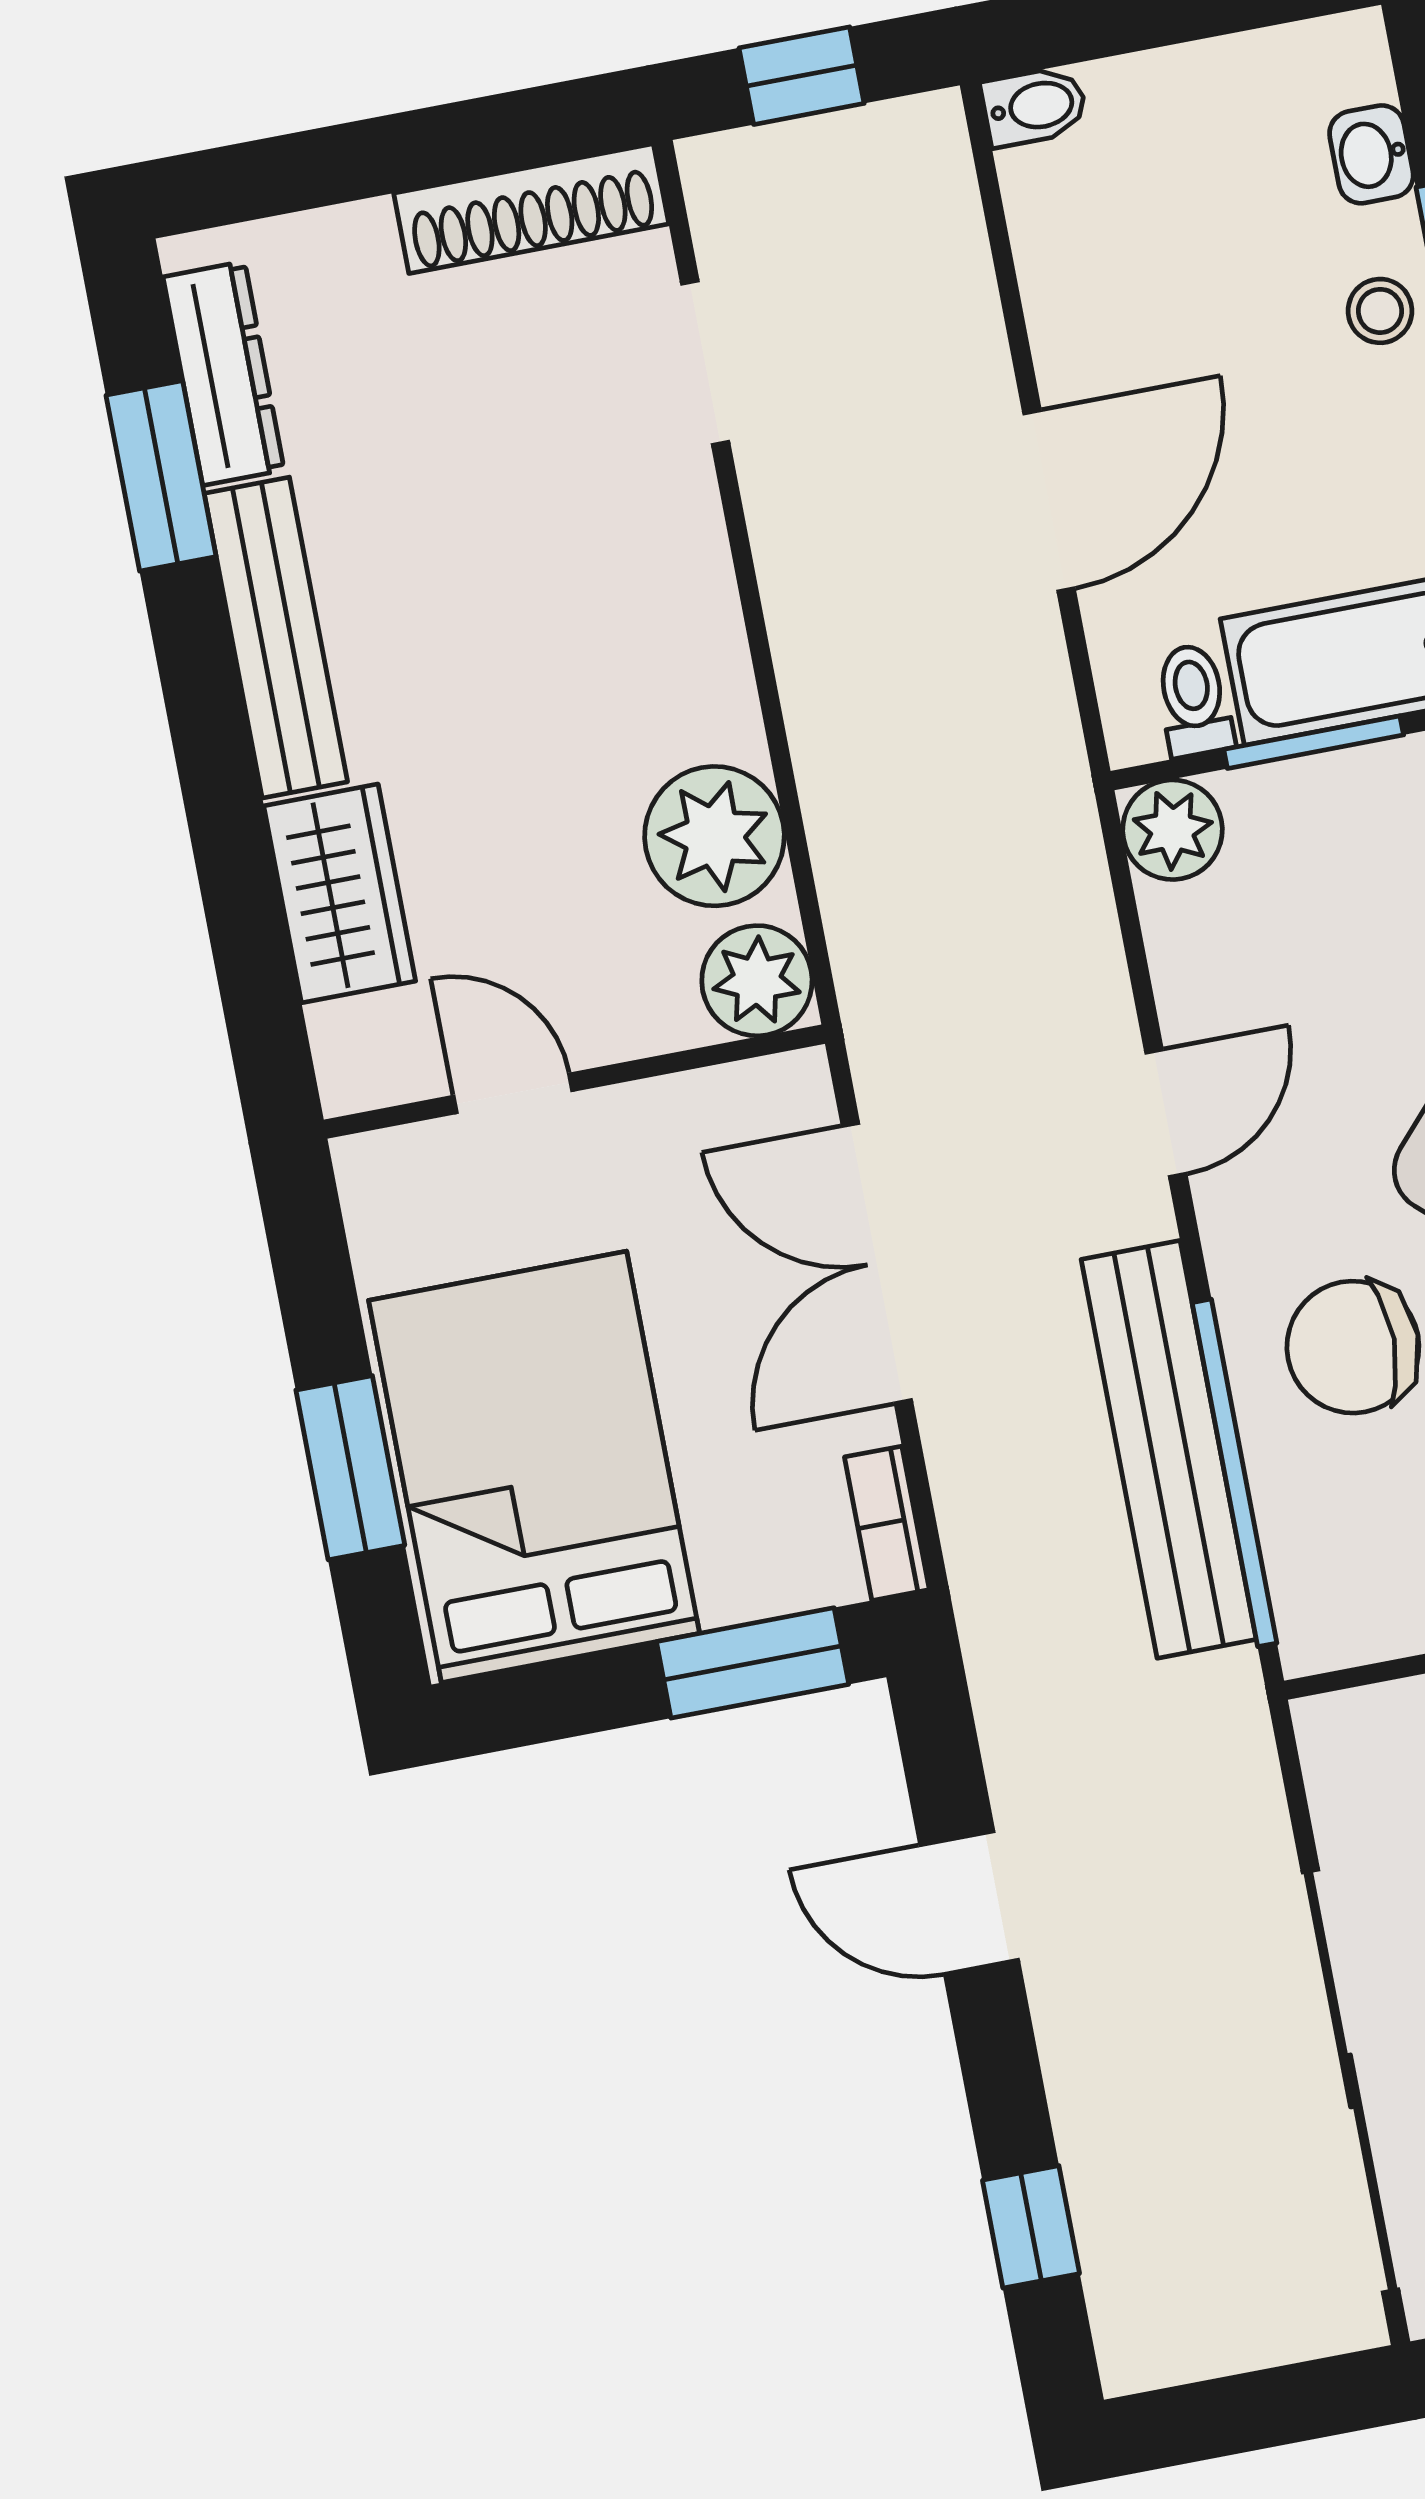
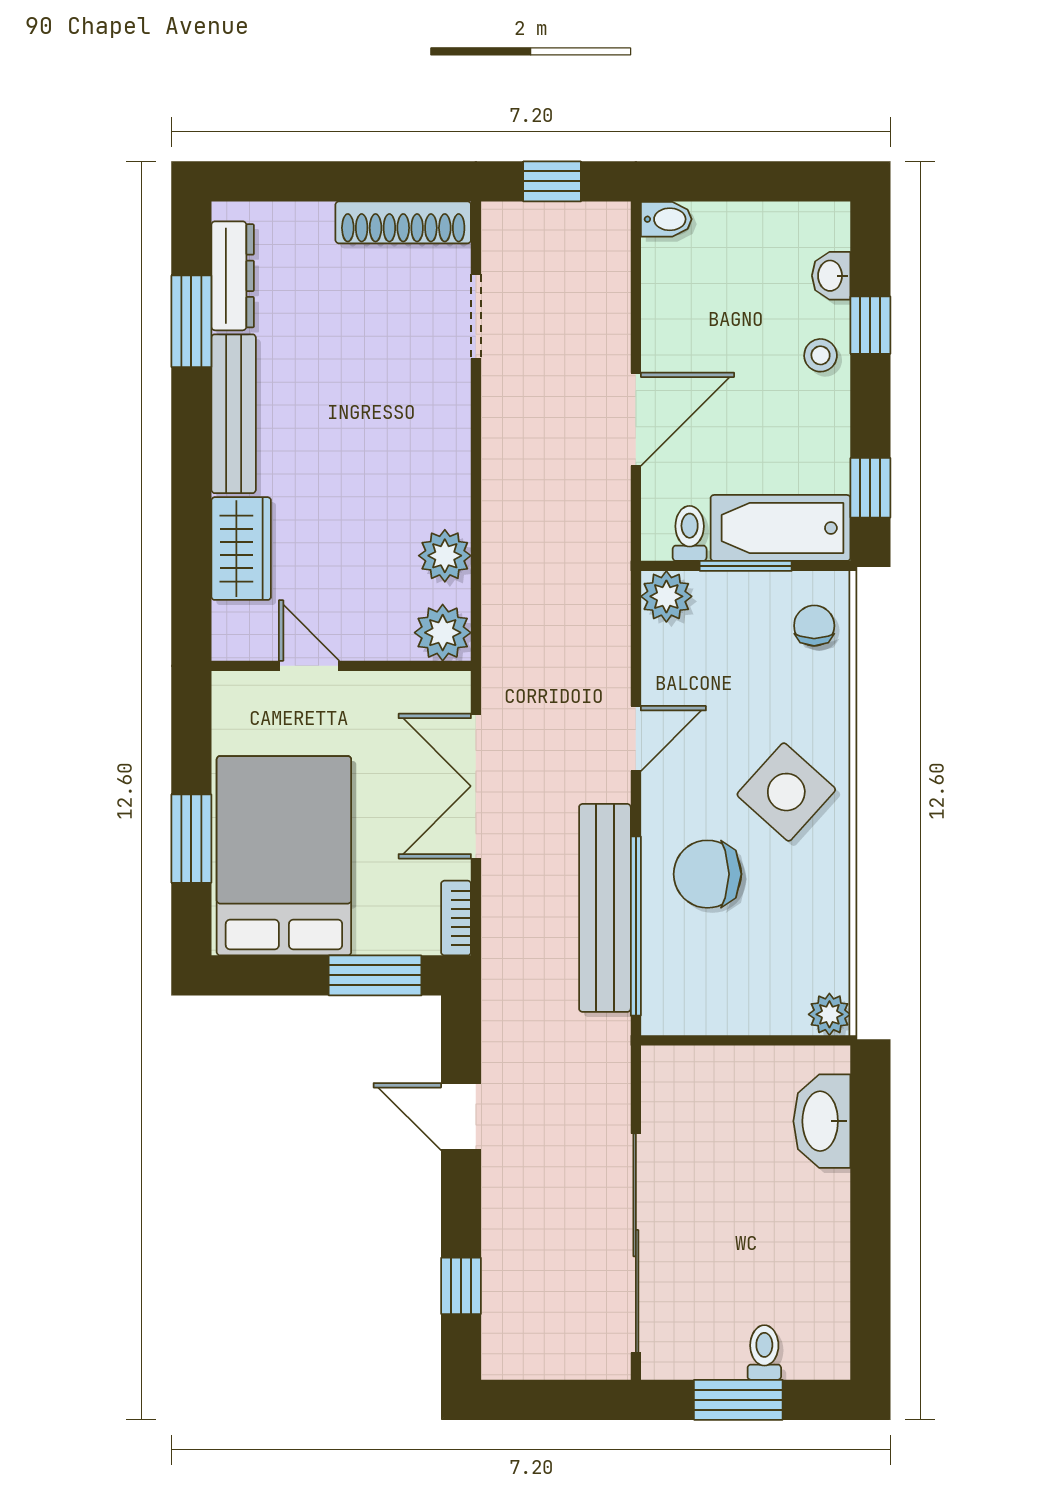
plant: (714, 836) -> (445, 556), width x0.73, depth x0.73

